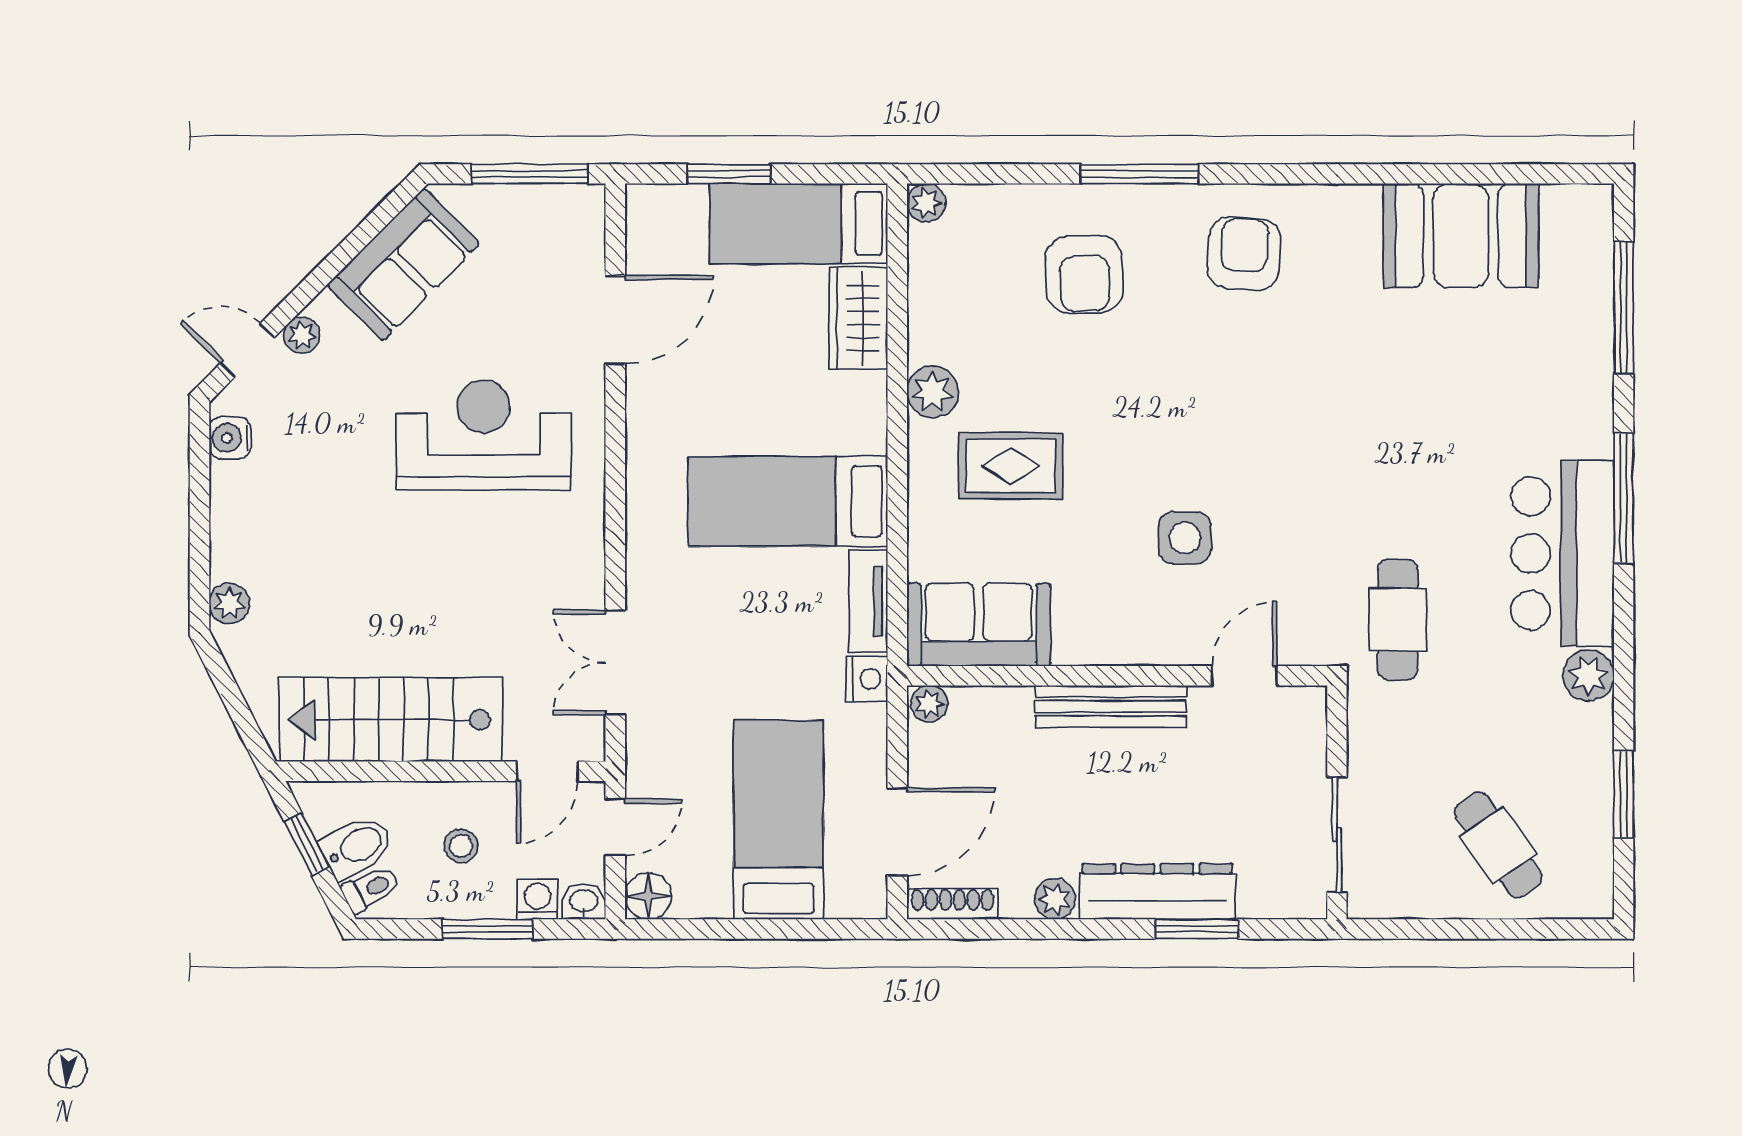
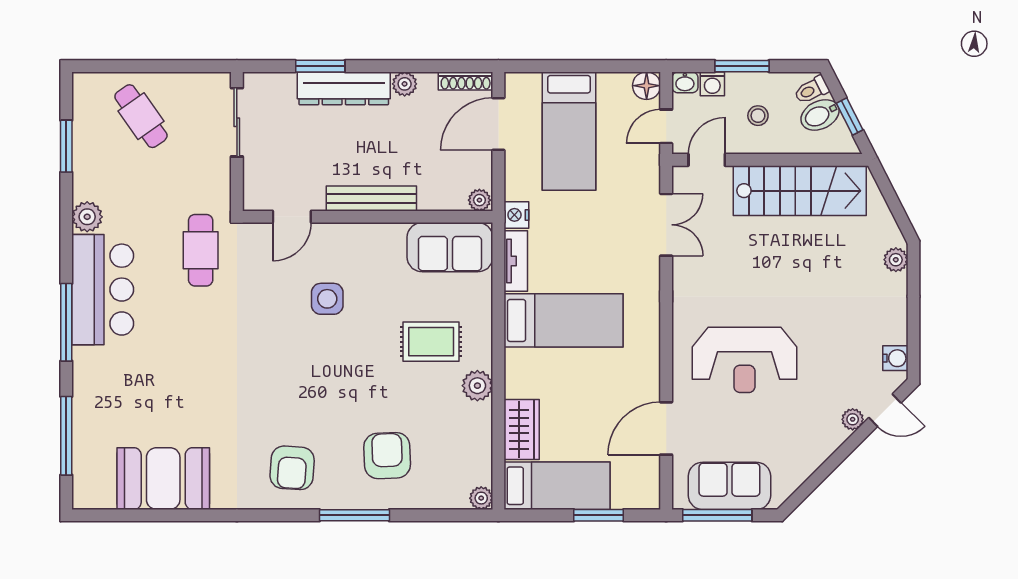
sofa: (403, 264) -> (729, 486), moved, turned 45

